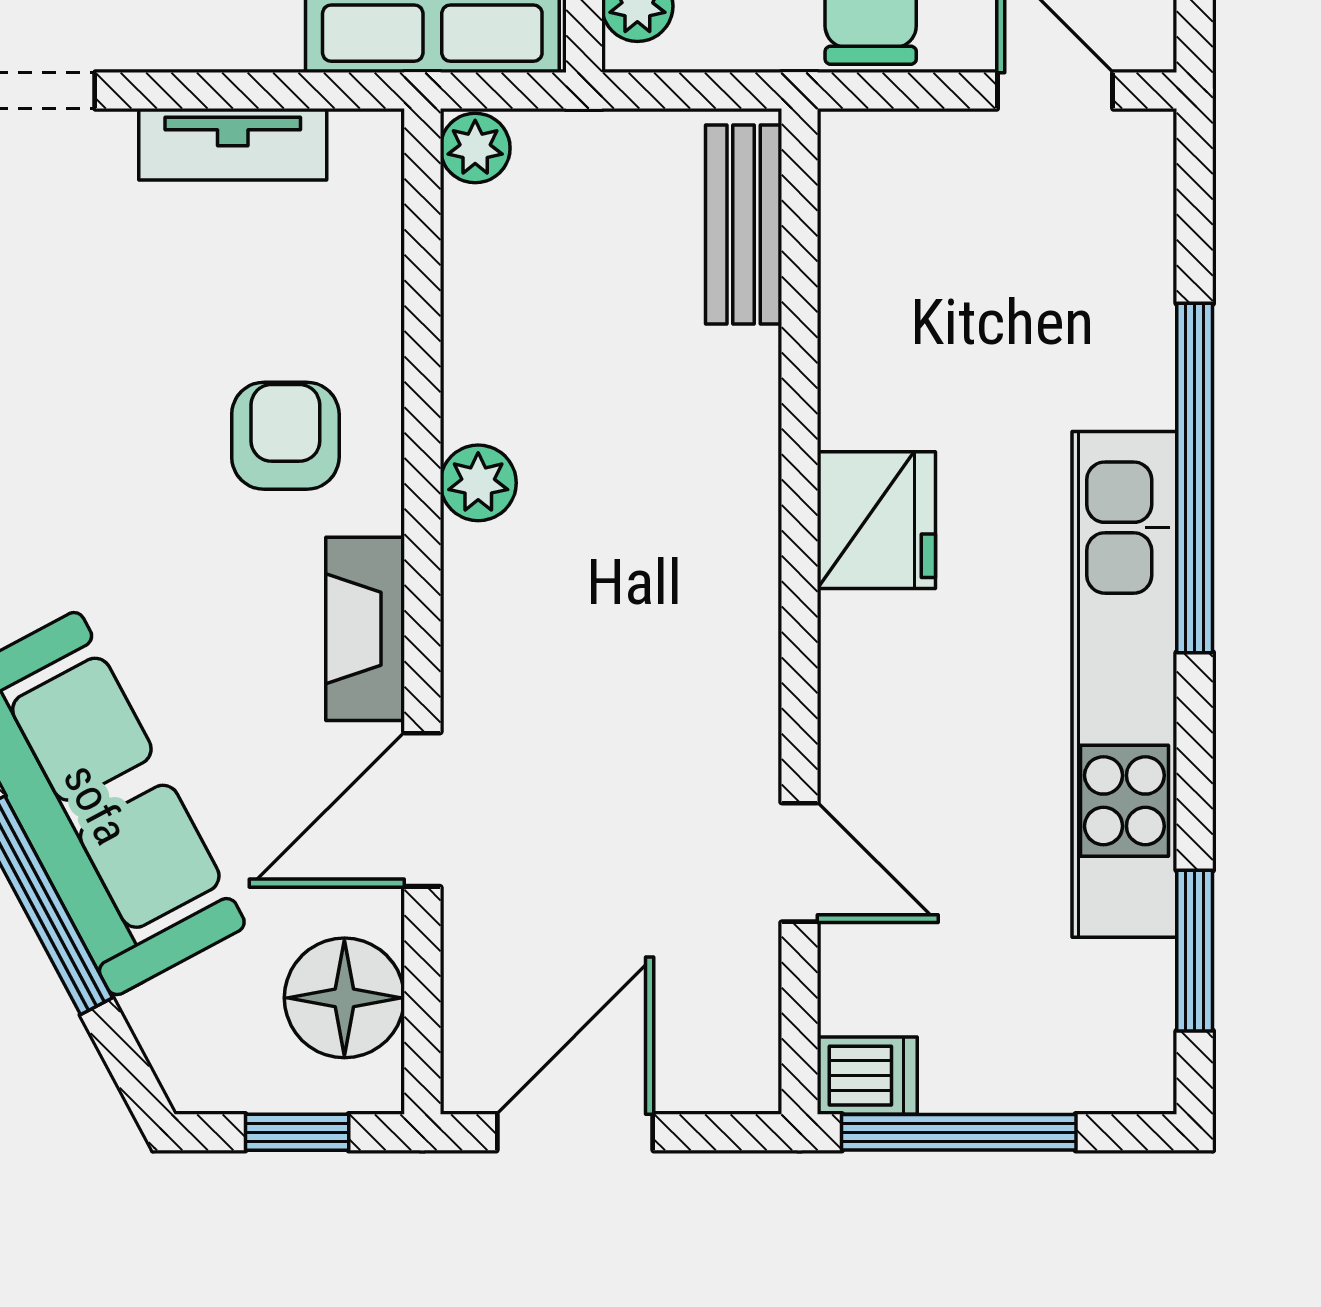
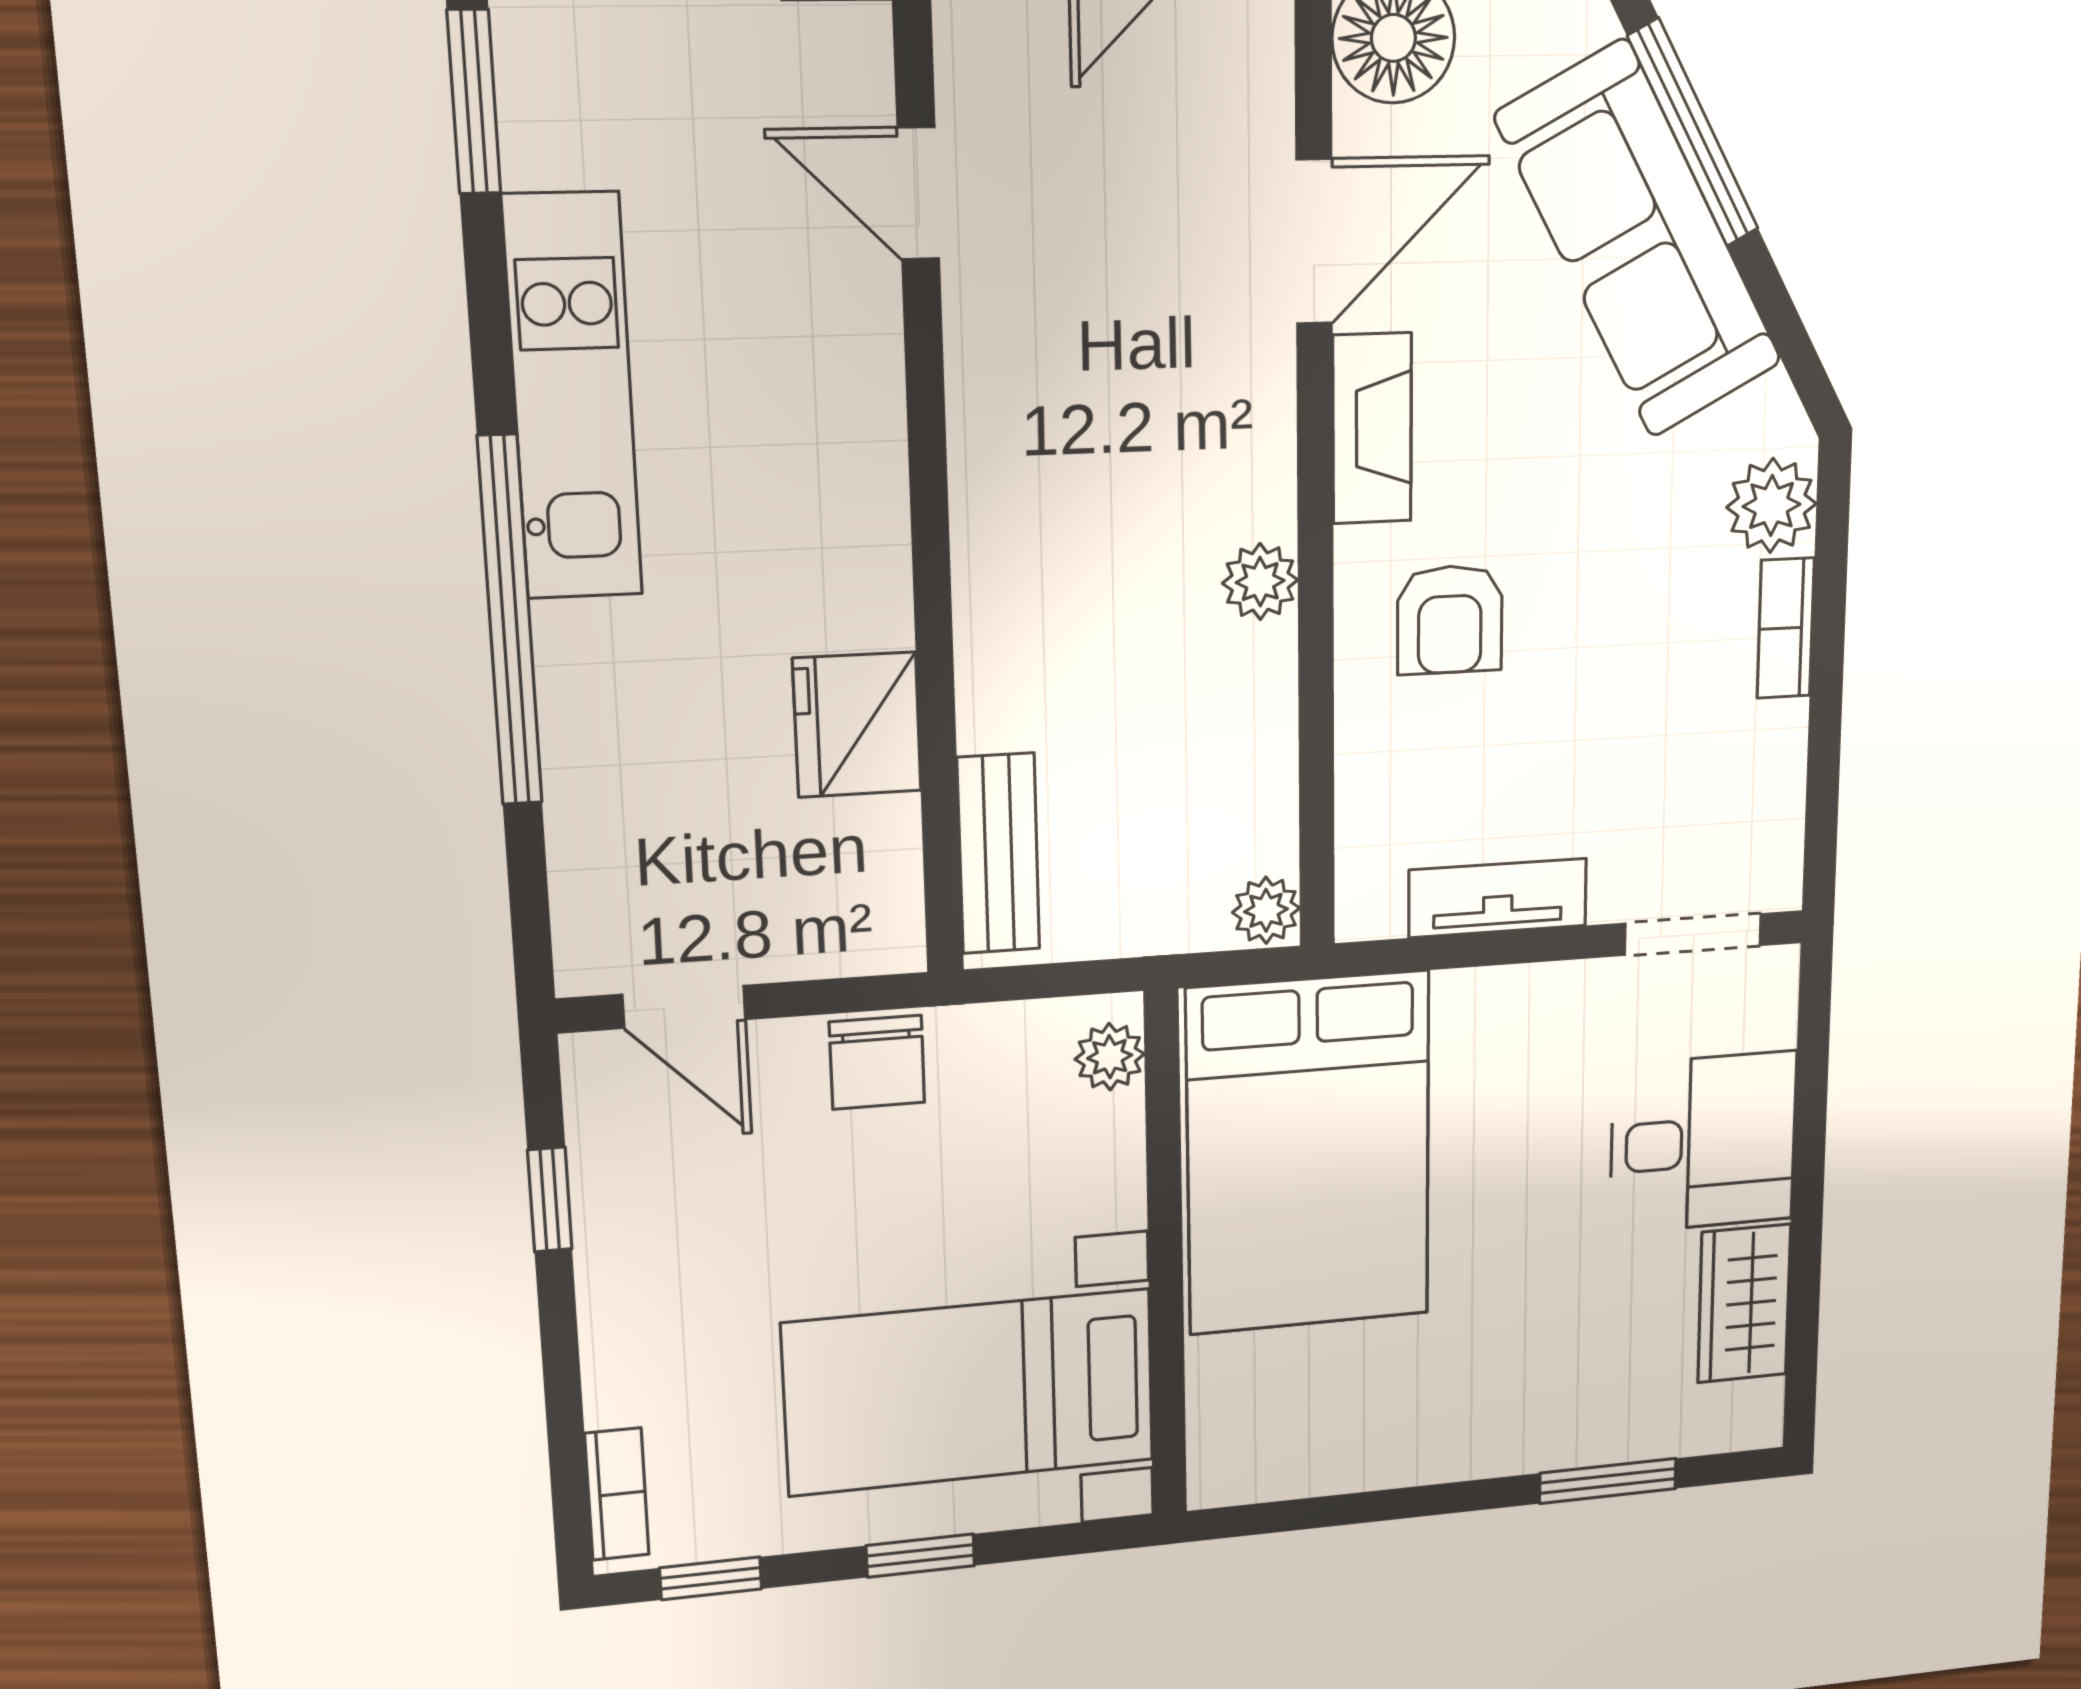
fridge: (876, 520) -> (857, 725), moved
kitchen unit: (1124, 684) -> (573, 397), width x0.73

